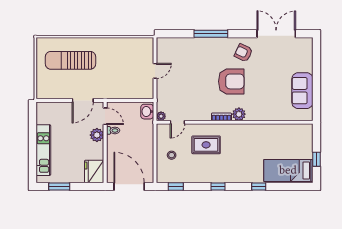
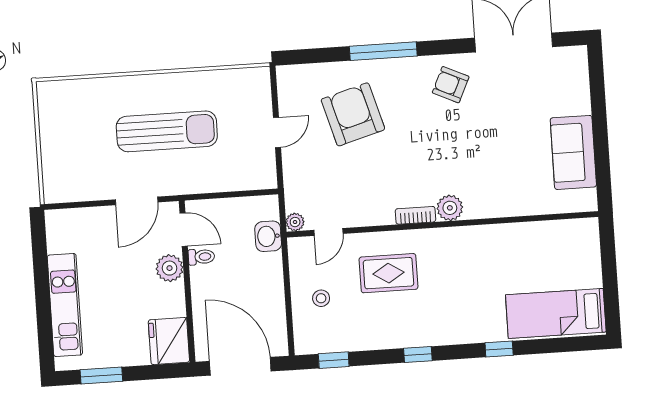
sun lounger: (70, 60) -> (167, 131), moved, turned 180
armchair: (231, 81) -> (353, 114), moved, turned -106
washbasin: (147, 112) -> (268, 236), moved
window: (316, 159) -> (610, 287), removed

